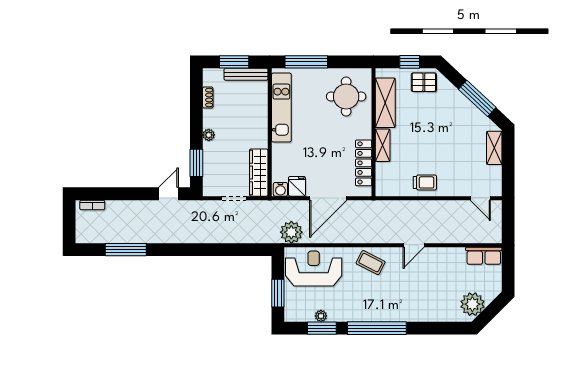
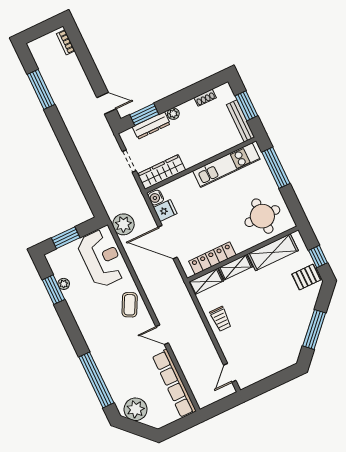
pallet: (424, 82) -> (306, 277), turned 90
shelving: (494, 148) -> (206, 281), moved
dresser: (210, 161) -> (151, 126), added
row of seats: (484, 256) -> (174, 383), width x2.02
window: (377, 328) -> (96, 380), moved

